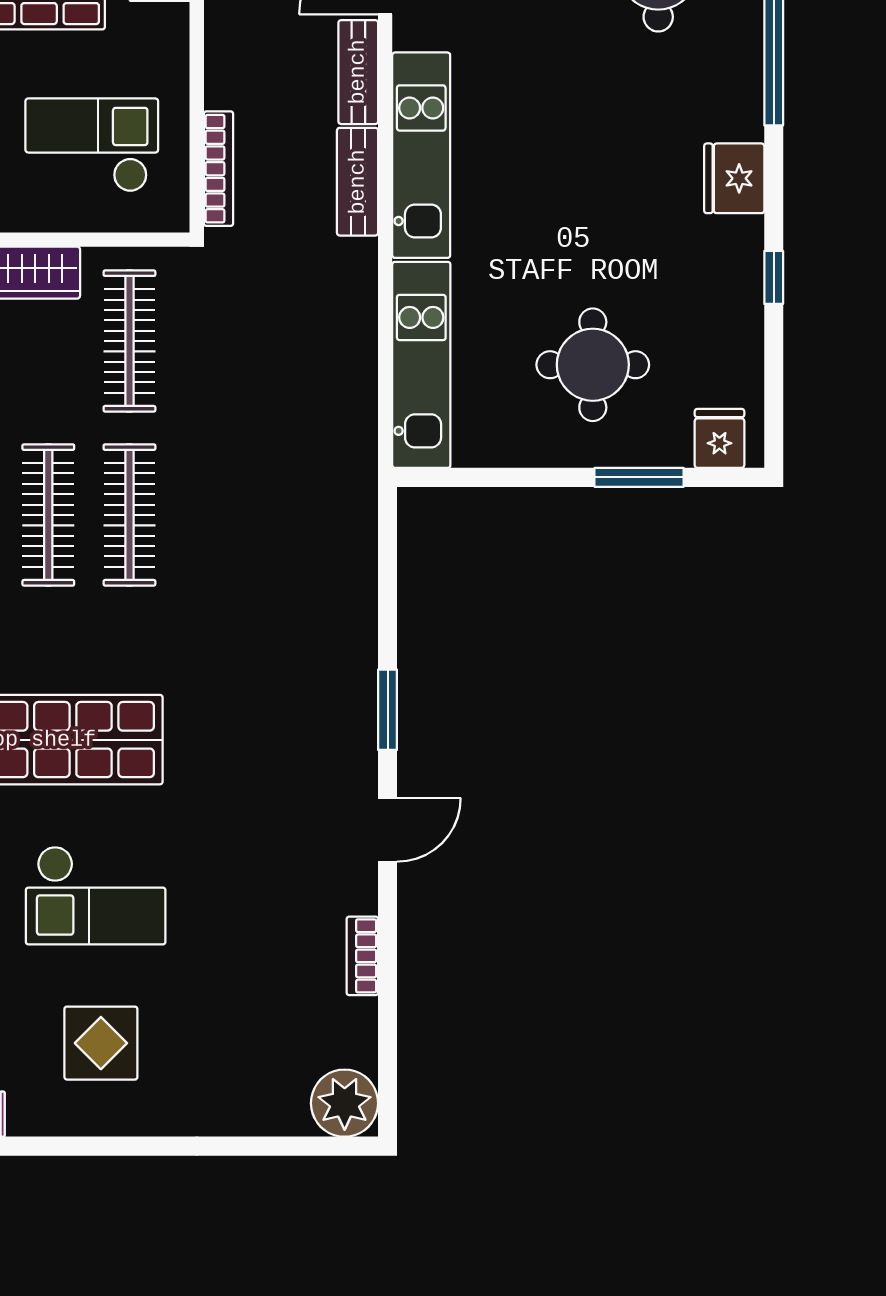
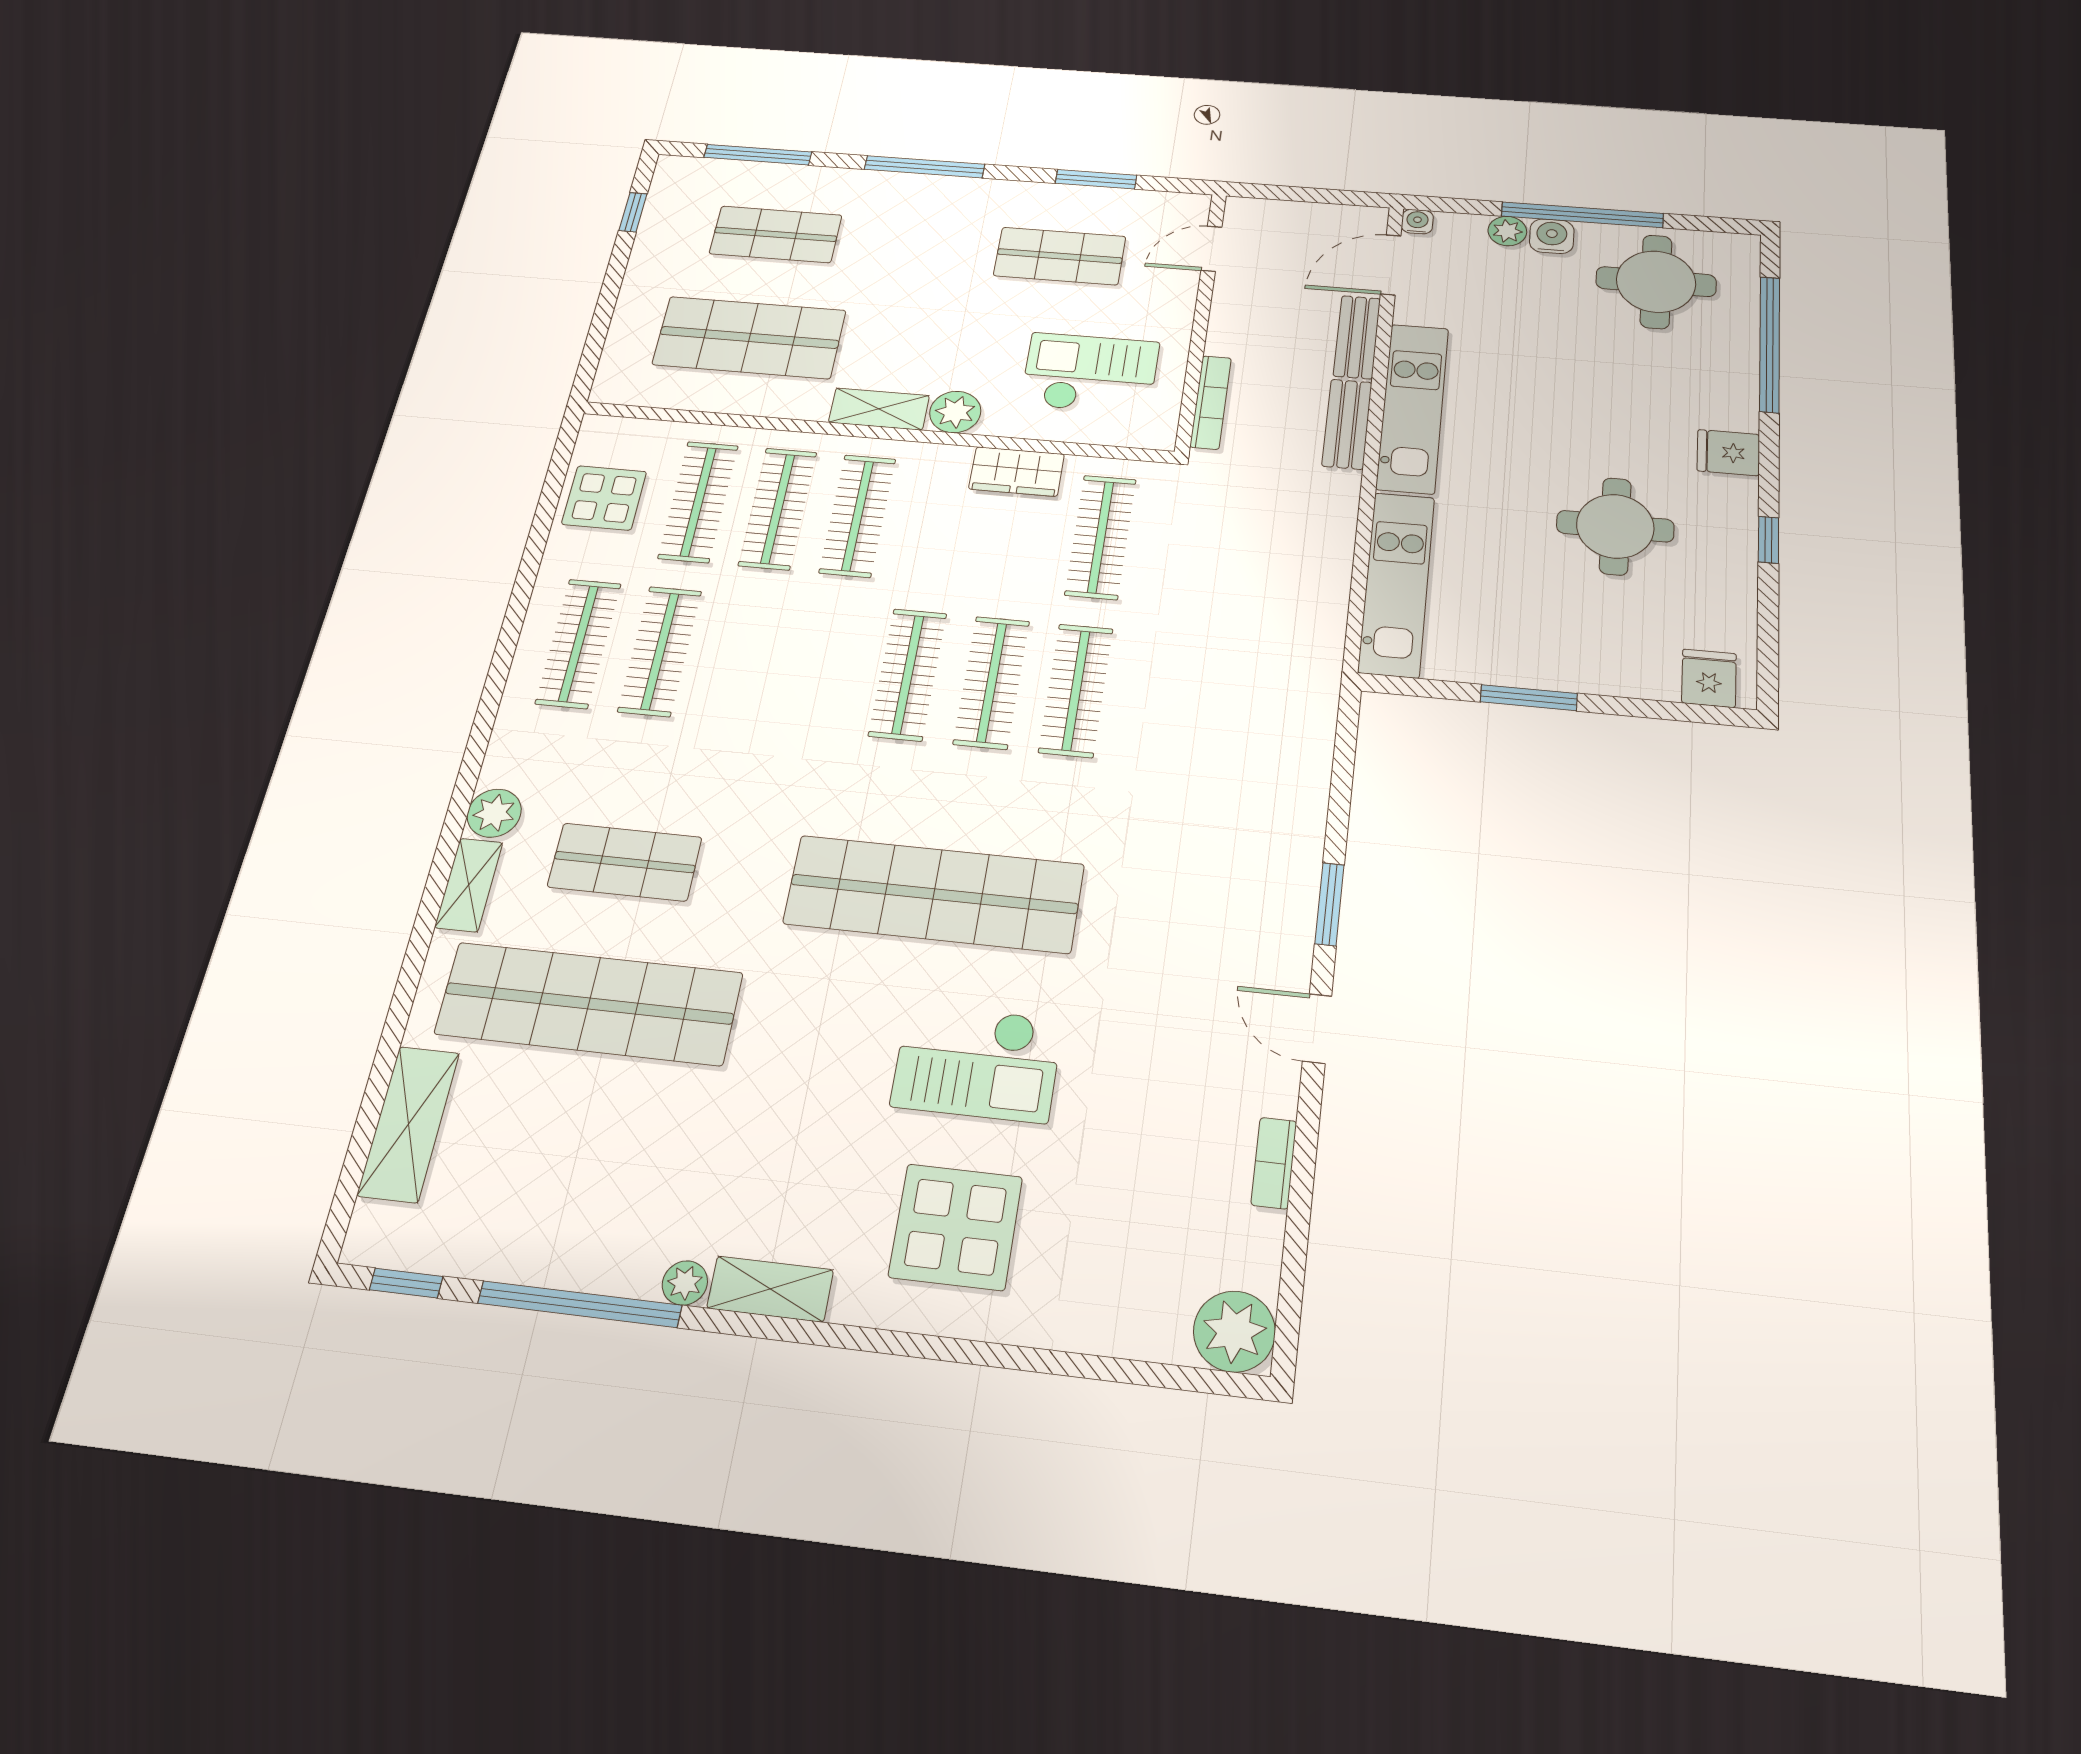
fridge: (734, 178) -> (1728, 453), width x0.72
round table: (593, 365) -> (1615, 526), moved
window: (639, 477) -> (1529, 698), moved
door: (388, 830) -> (1317, 1029), swing flipped
display table: (101, 1043) -> (956, 1227), width x1.36, depth x1.36

